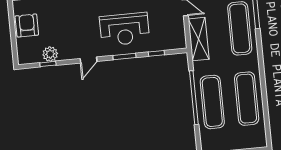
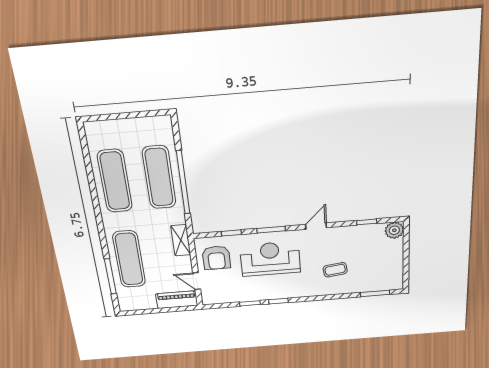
coffee table: (70, 19) -> (335, 270), added
armchair: (27, 25) -> (216, 258), moved
shelving: (199, 39) -> (181, 240), width x0.67, depth x0.75
plant: (50, 54) -> (394, 230), moved

